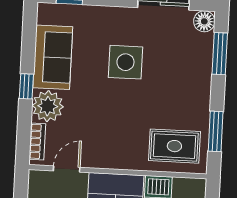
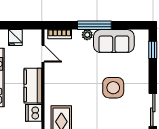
window: (26, 86) -> (94, 25), width x2.17
plant: (48, 106) -> (87, 35), width x0.53, depth x0.53

